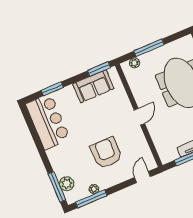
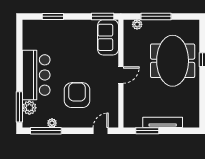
sofa: (93, 86) -> (108, 37), moved, turned 90
bar counter: (48, 122) -> (36, 75), moved

